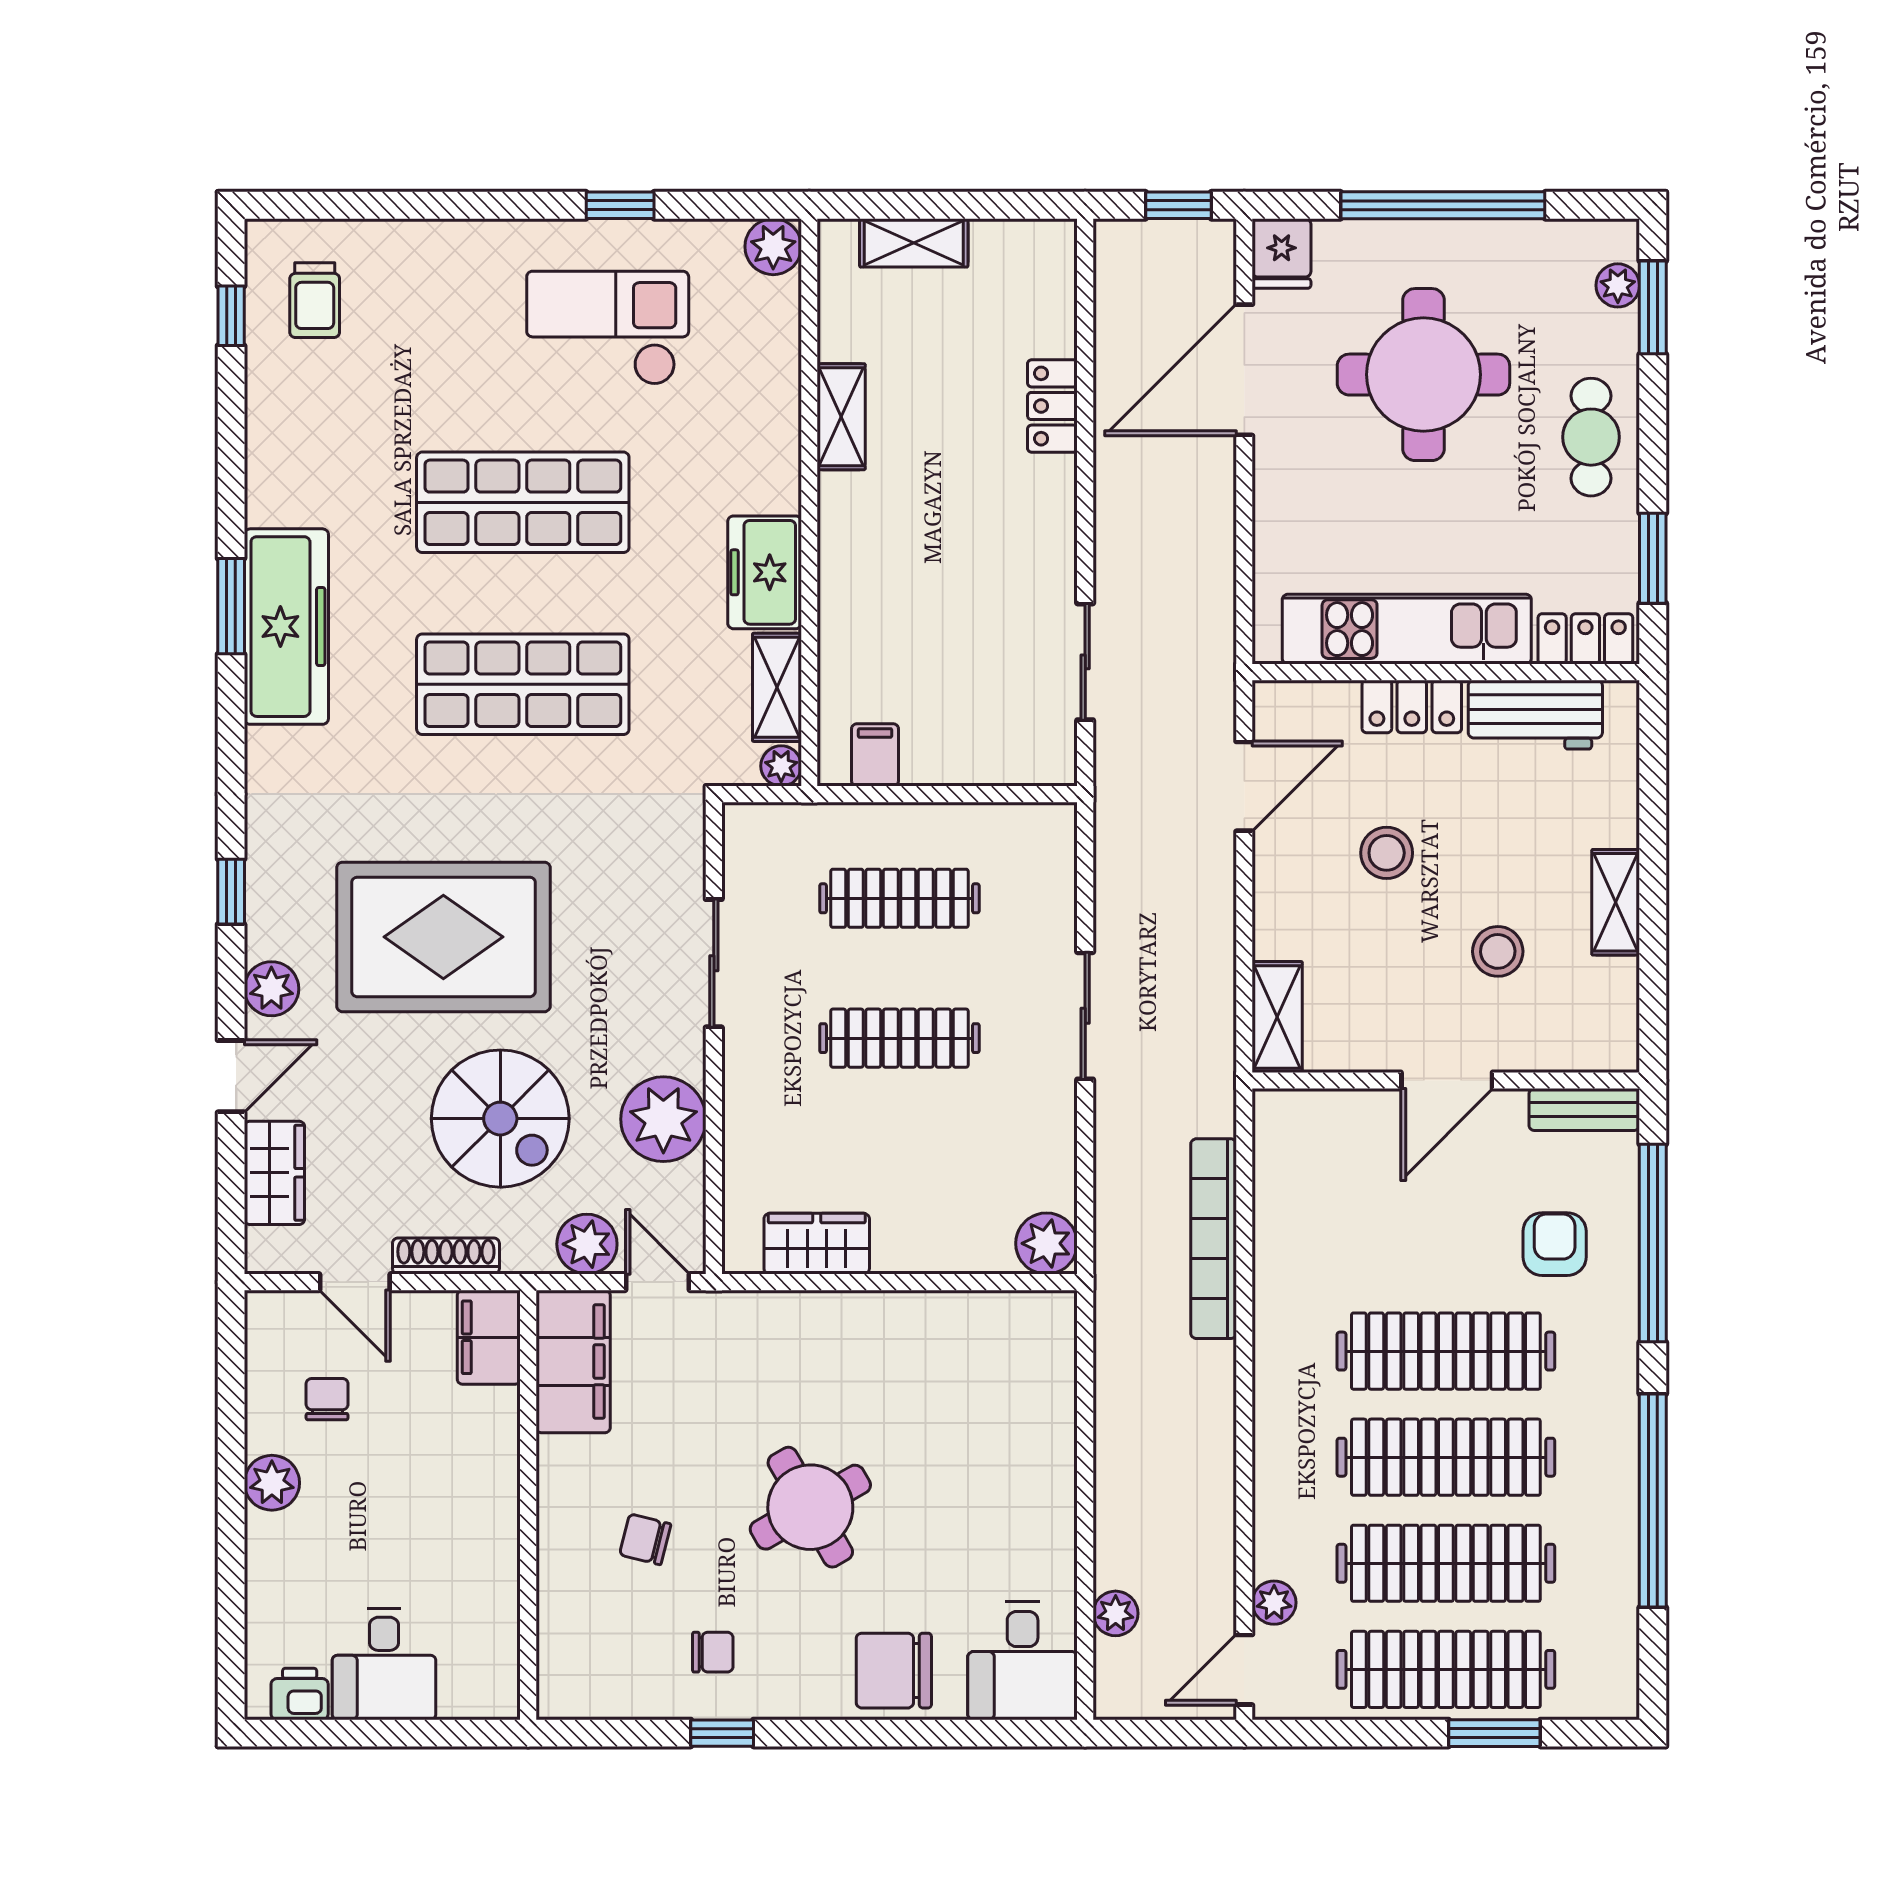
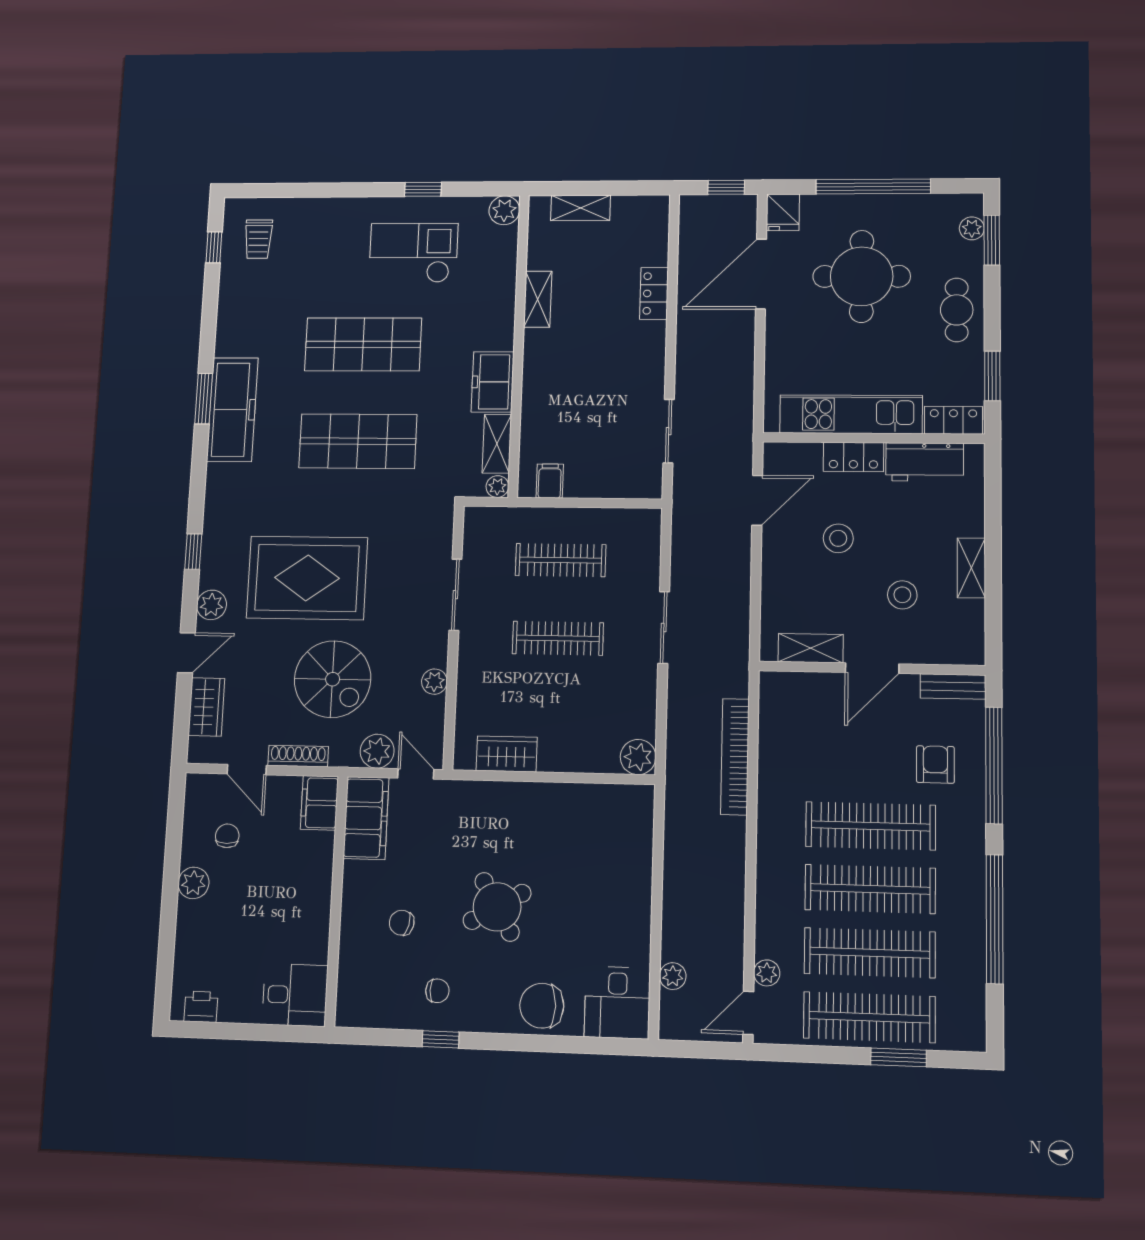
shelving: (1277, 1017) -> (811, 648), moved, turned 90
plant: (663, 1119) -> (434, 682), width x0.53, depth x0.53
desk: (384, 1664) -> (295, 995), moved, turned -90

